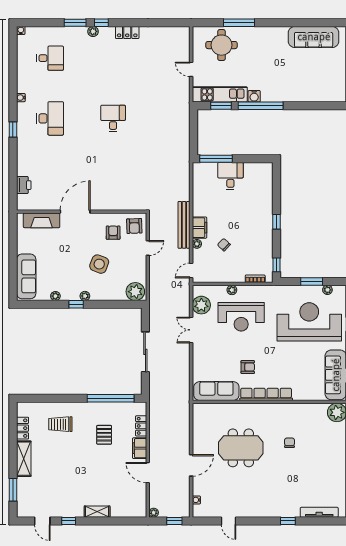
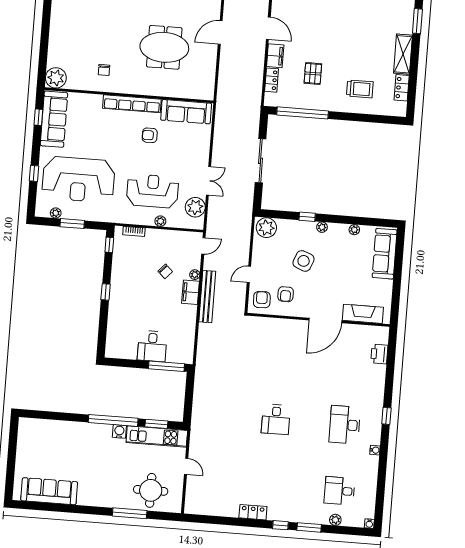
plant: (93, 31) -> (335, 520), moved
window: (76, 304) -> (307, 217), moved
chair: (289, 443) -> (104, 70), moved

